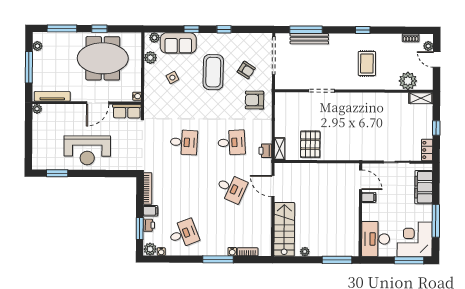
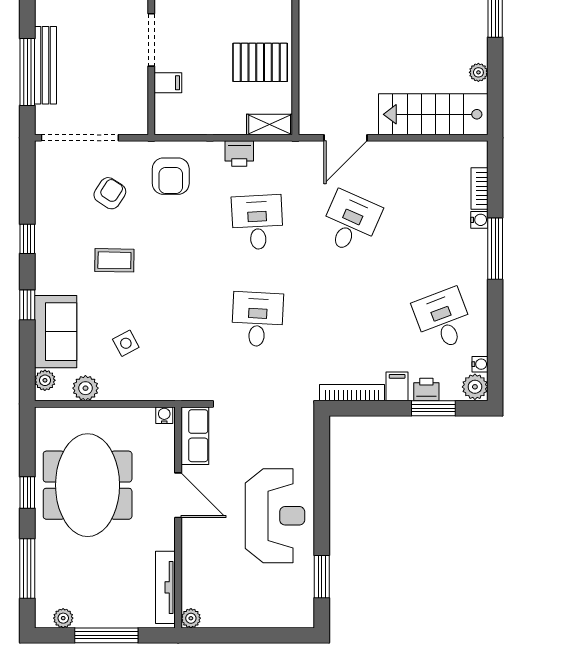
coffee table: (213, 72) -> (114, 260), width x0.54, depth x0.58
filing cabinet: (300, 99) -> (168, 83), added
printer: (265, 151) -> (239, 153), moved

